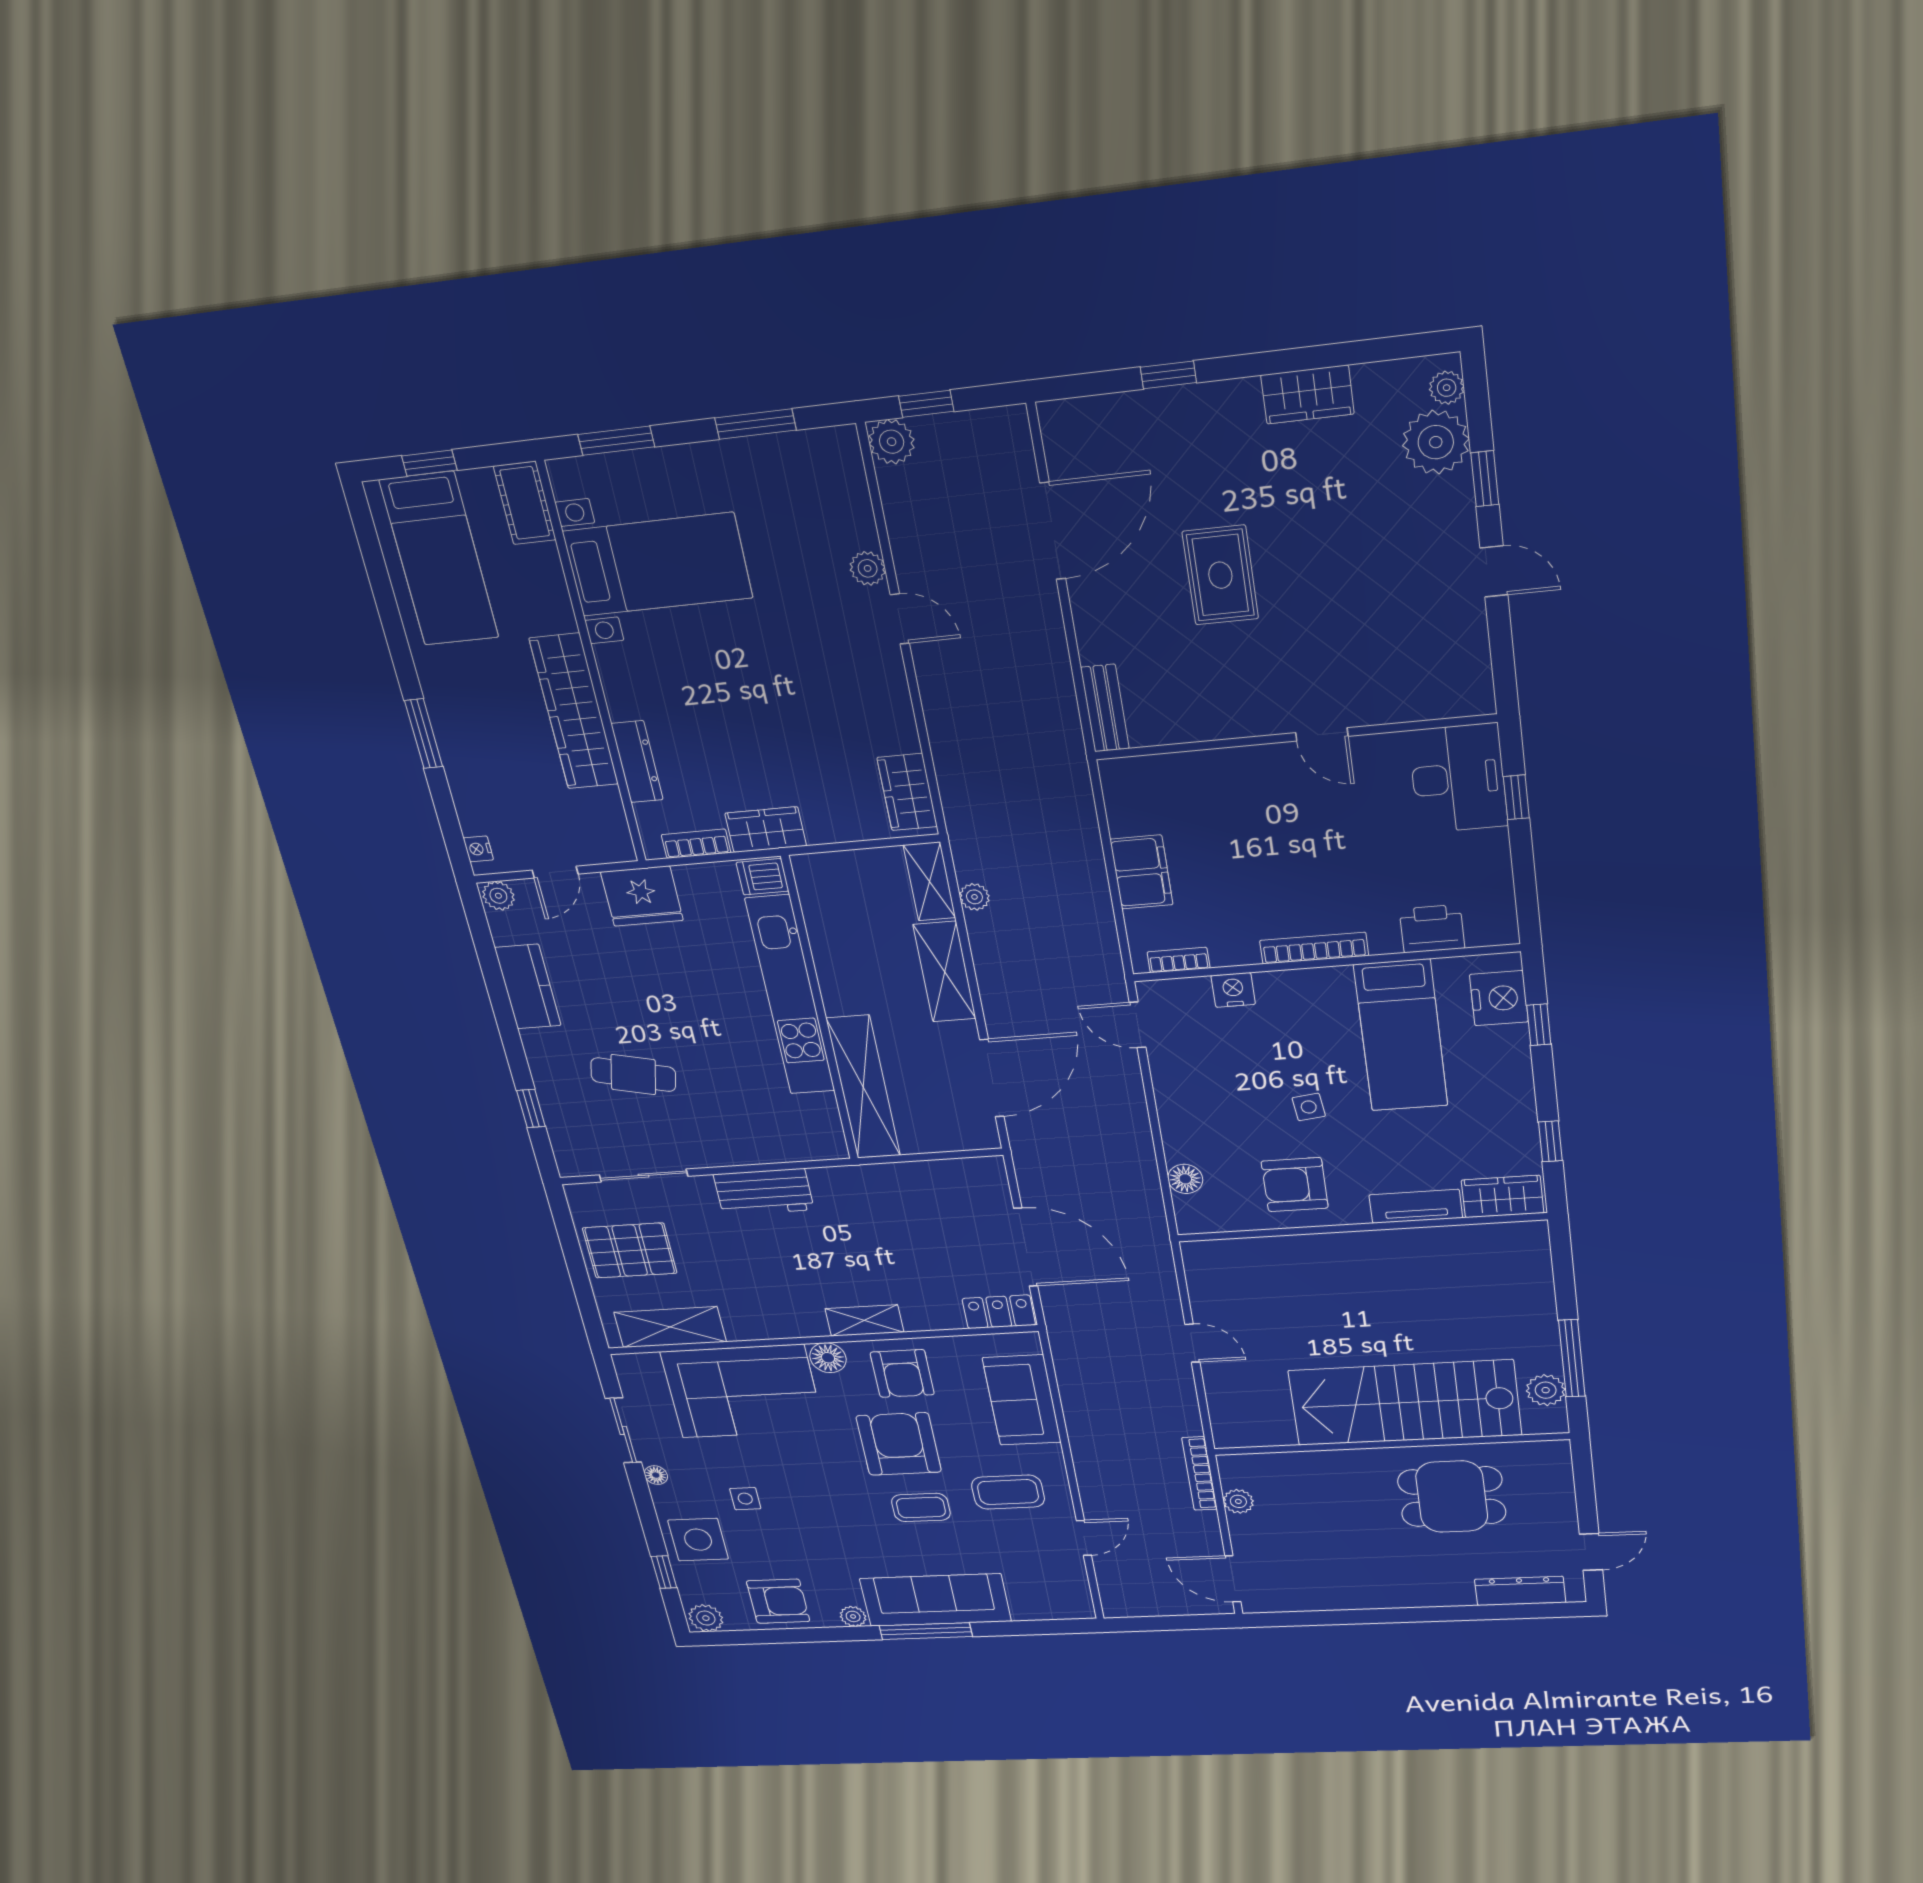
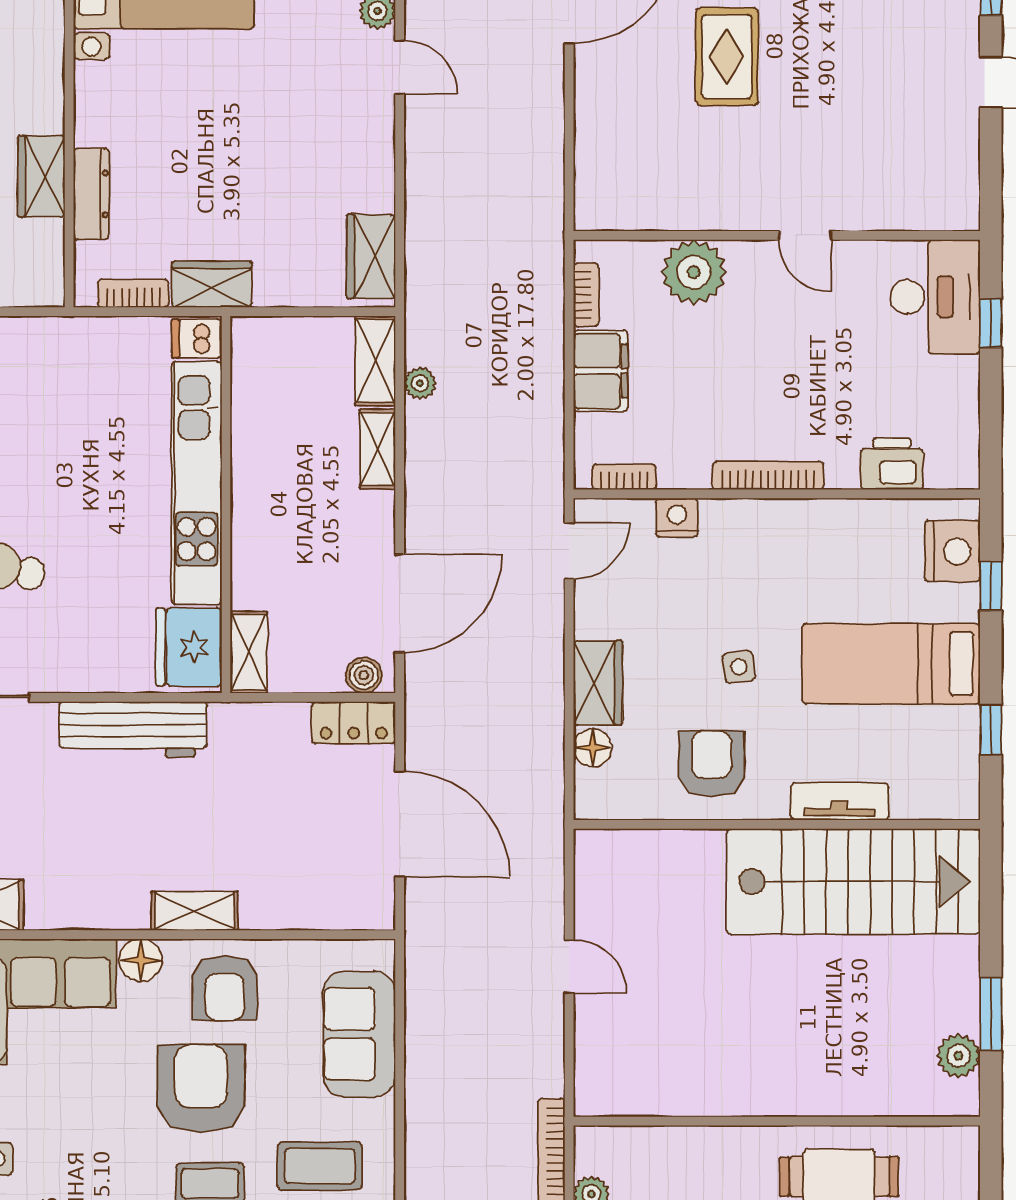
bench: (1105, 708) -> (591, 185), removed
wardrobe: (574, 712) -> (41, 176), width x0.48, depth x0.85
plant: (1217, 778) -> (694, 272), added
bookcase: (1117, 807) -> (586, 295), added
fridge: (642, 896) -> (189, 647), moved, turned 90
shelving: (945, 972) -> (378, 449), width x0.67, depth x0.75
door: (1138, 1025) -> (569, 551), swing flipped
bed: (1401, 1036) -> (891, 664), moved, turned 90
shelving: (863, 1087) -> (249, 652), width x0.45, depth x0.75
boiler: (971, 1136) -> (364, 675), added
armchair: (1295, 1185) -> (712, 764), turned 90
workbench: (764, 1192) -> (133, 729), width x1.38
wardrobe: (1503, 1197) -> (598, 683), moved, turned 90
locker: (999, 1312) -> (354, 723), moved, turned 180
window: (1572, 1358) -> (991, 1014), width x0.69
stairs: (1405, 1403) -> (853, 882), moved, turned 180

